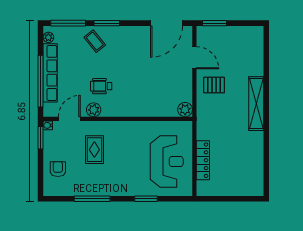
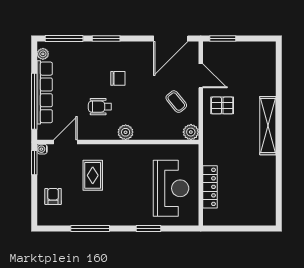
coffee table: (95, 41) -> (176, 102), moved
chair: (118, 60) -> (118, 78), added
plant: (94, 110) -> (126, 132), moved

